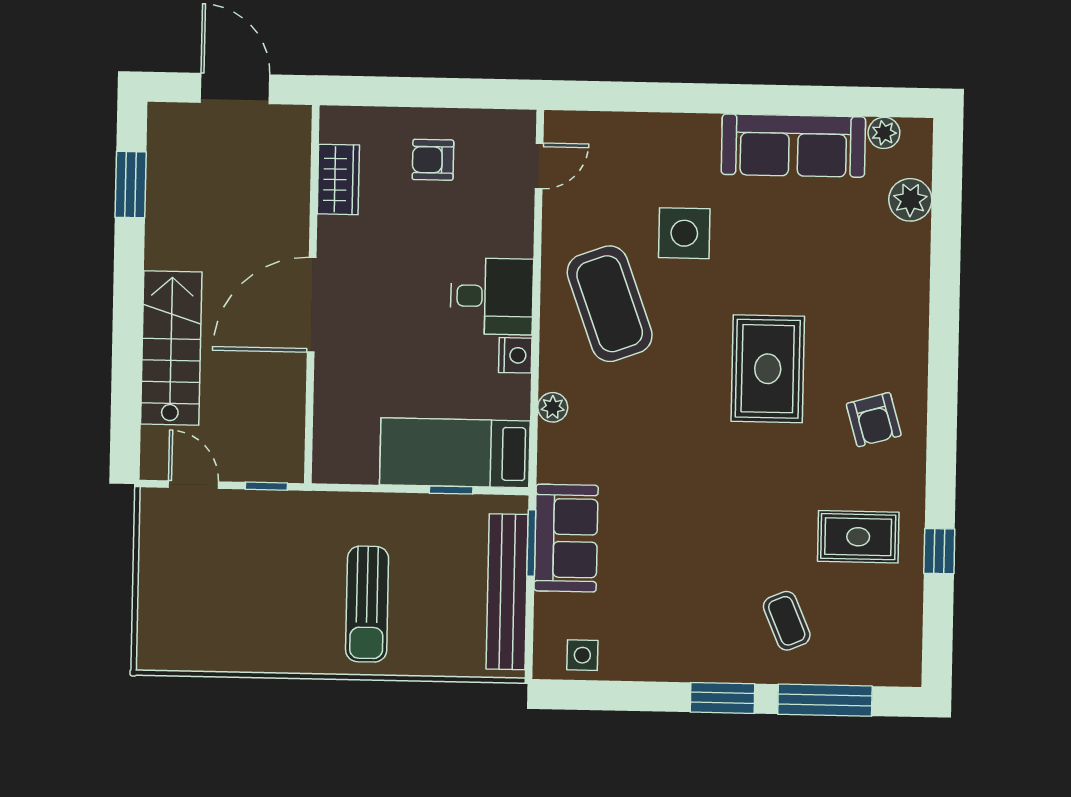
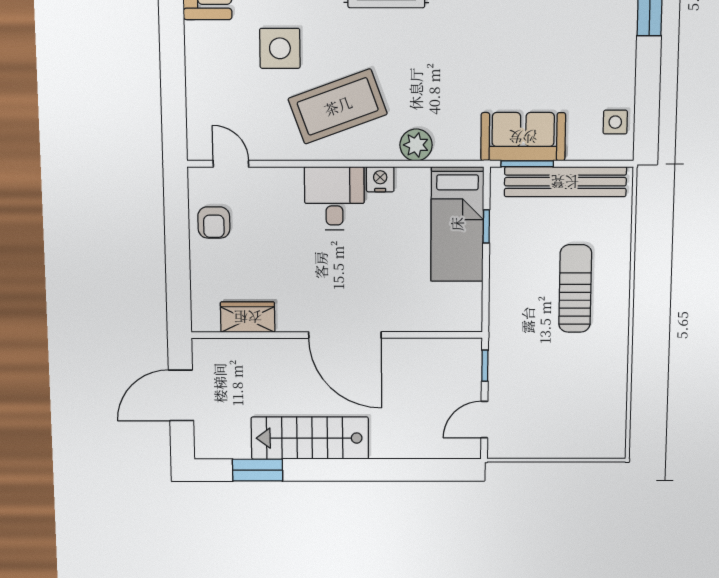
armchair: (433, 160) -> (214, 222), moved
stairs: (171, 348) -> (310, 438), moved
plant: (553, 407) -> (416, 145), width x1.38, depth x1.38
sun lounger: (367, 604) -> (575, 289), turned -90

